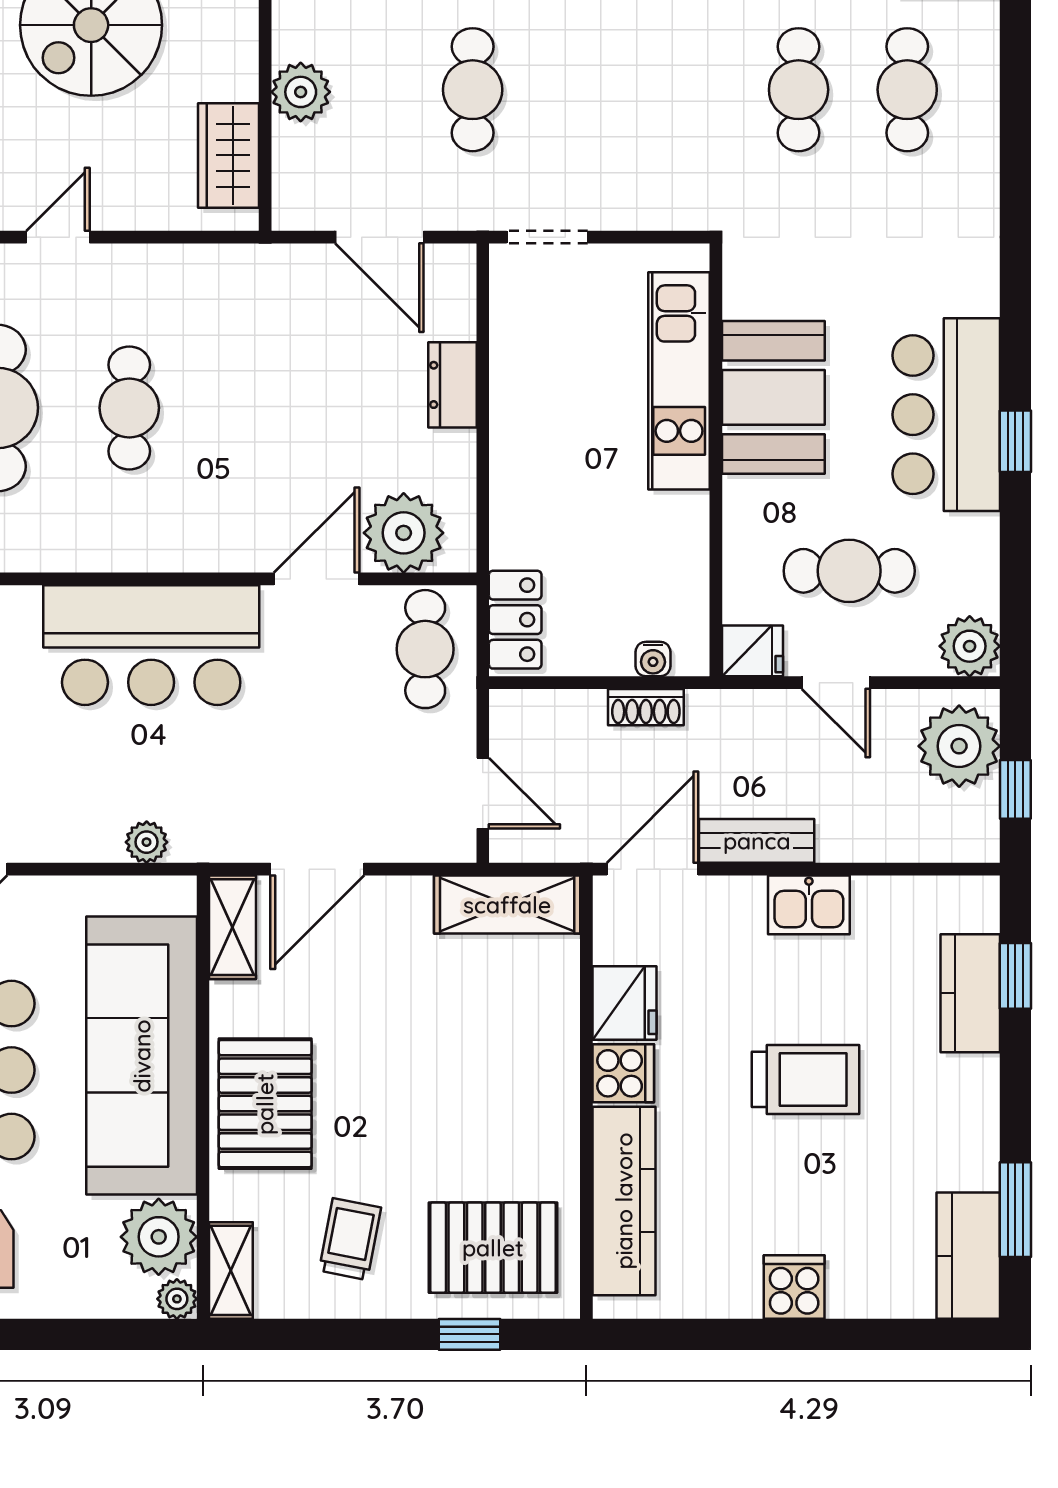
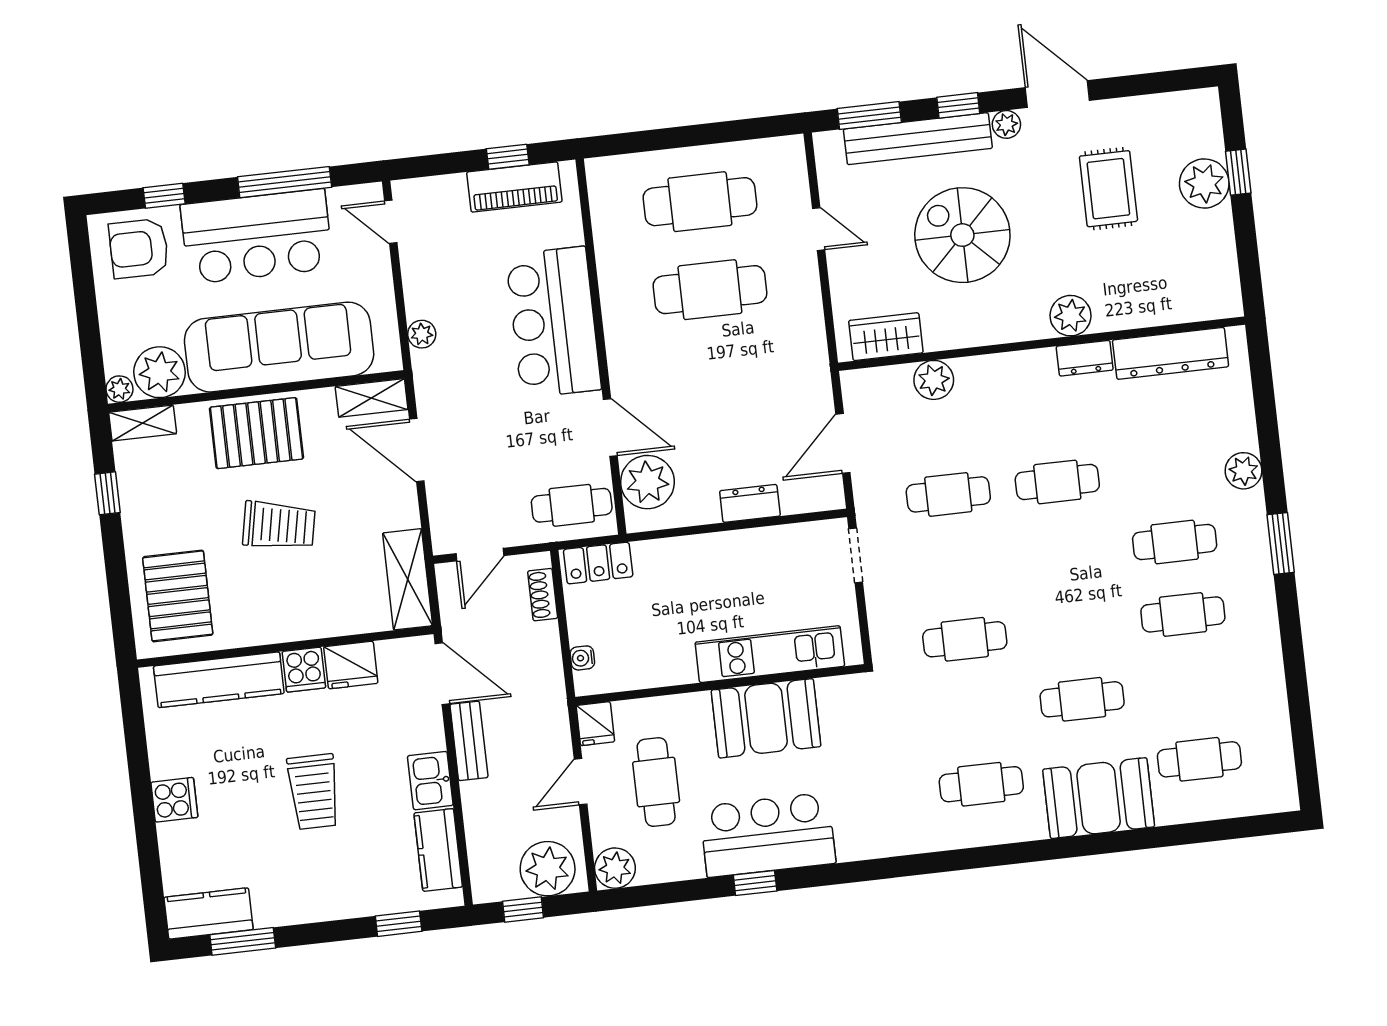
cafe table: (799, 90) -> (965, 639), moved
cafe table: (129, 408) -> (710, 290), width x1.37, depth x1.35
shoe rack: (646, 707) -> (543, 595), moved
kitchen counter: (970, 993) -> (438, 850), moved, turned -90
trolley: (350, 1239) -> (279, 525), moved, width x1.36, depth x1.39
window: (470, 1334) -> (107, 493), moved

